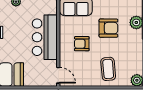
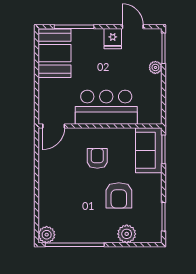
coffee table: (108, 69) -> (62, 195), removed

